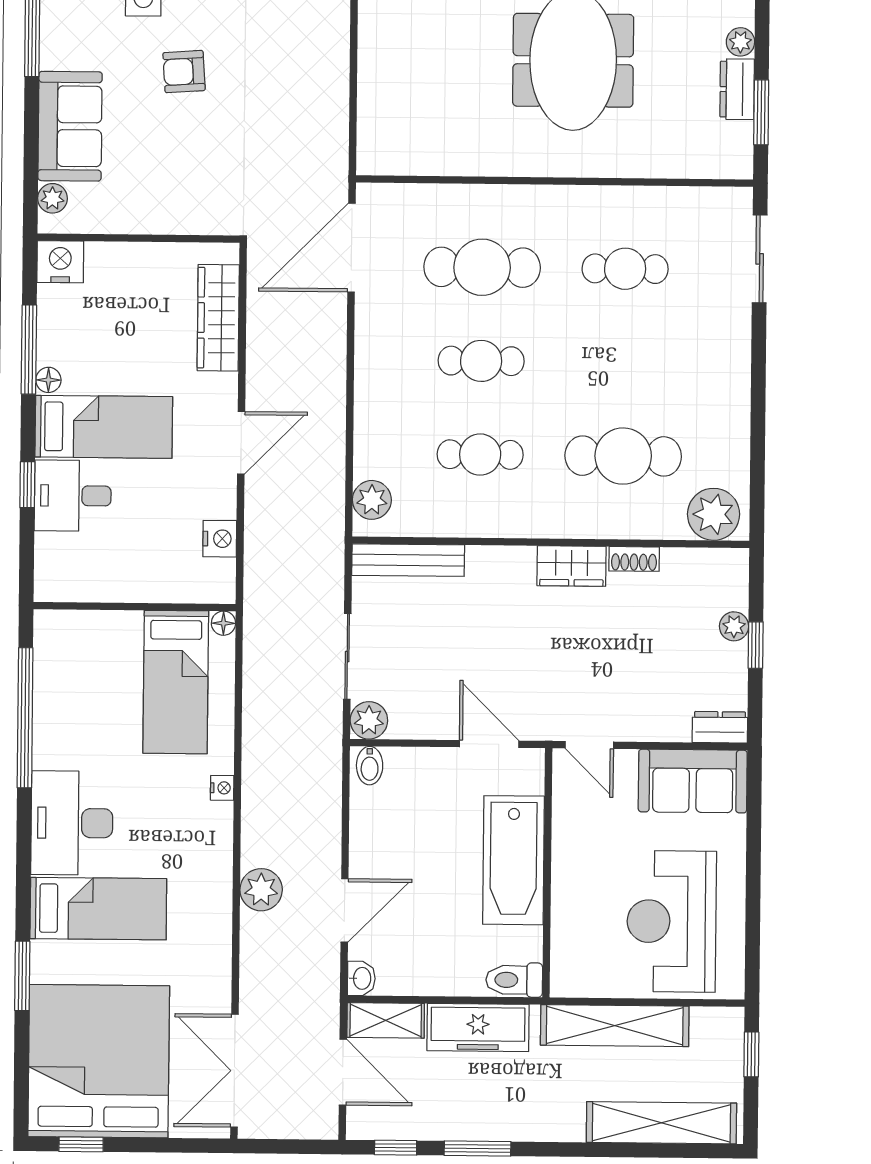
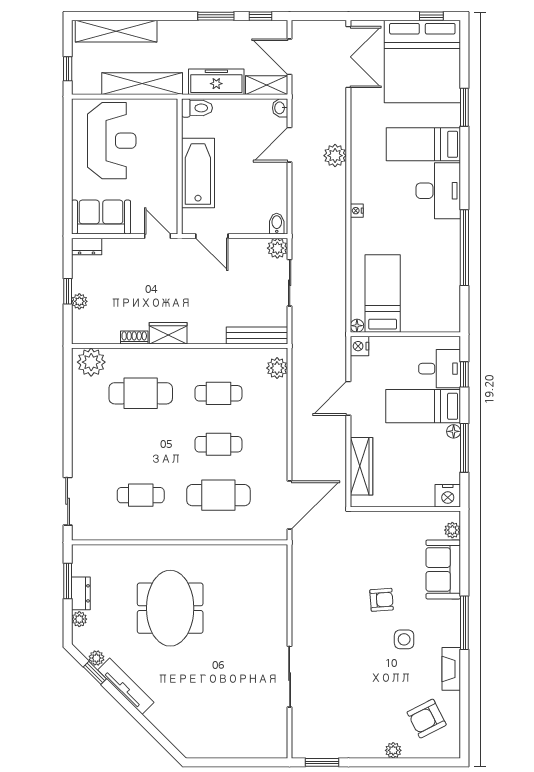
wall: (135, 607) -> (405, 334), moved
floor lamp: (223, 623) -> (357, 326), moved
bed: (176, 682) -> (383, 293), moved

